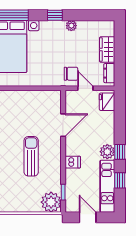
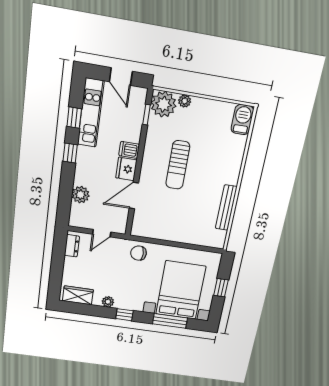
wardrobe: (107, 50) -> (78, 295), moved, turned -90
chair: (71, 74) -> (138, 253), moved
door: (85, 88) -> (102, 233), hinge flipped
fridge: (107, 102) -> (126, 169), moved, turned 180
plant: (107, 152) -> (81, 195), moved
plant: (35, 207) -> (185, 101), added

